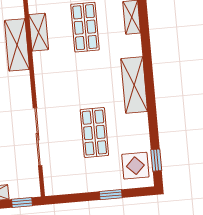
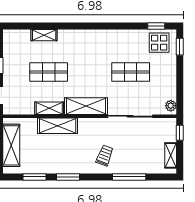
shelving: (134, 85) -> (86, 106), moved
plant: (56, 188) -> (171, 106), added
window: (111, 195) -> (180, 47), moved

